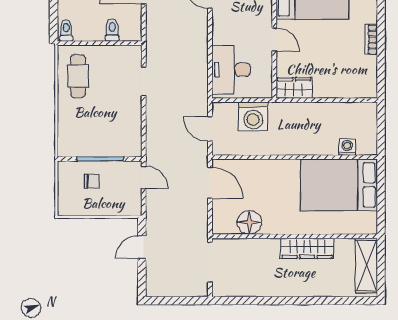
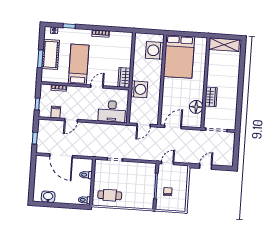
washing machine: (253, 117) -> (139, 89), moved
washing machine: (347, 147) -> (155, 50), width x1.89, depth x1.89
door: (142, 247) -> (206, 167), swing flipped
wardrobe: (307, 248) -> (211, 97), moved, width x0.67

